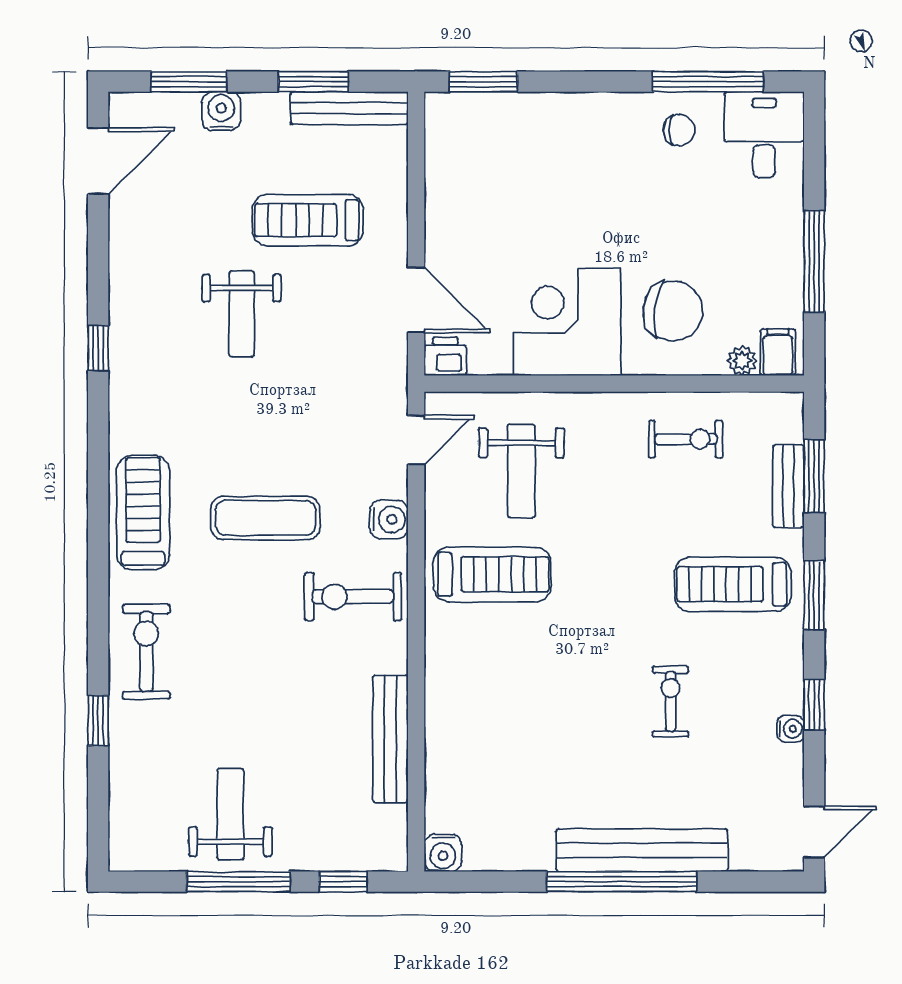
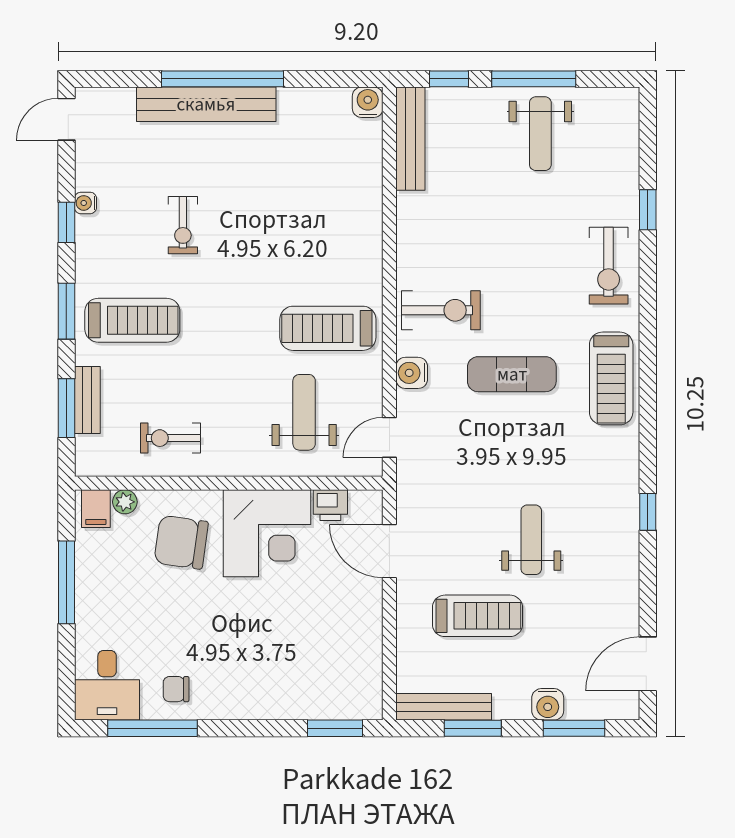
printer: (445, 357) -> (330, 505), moved
bench: (390, 739) -> (410, 139), moved

